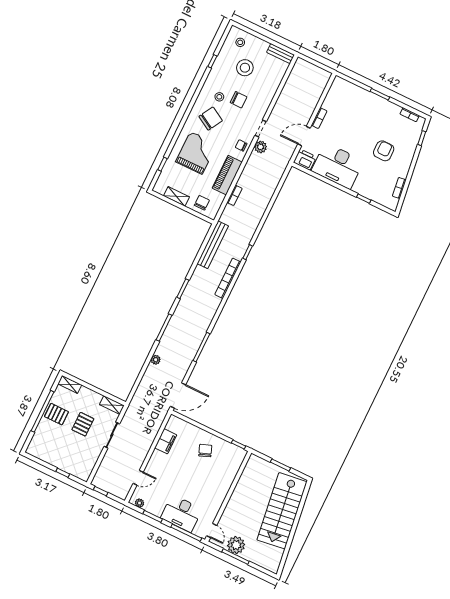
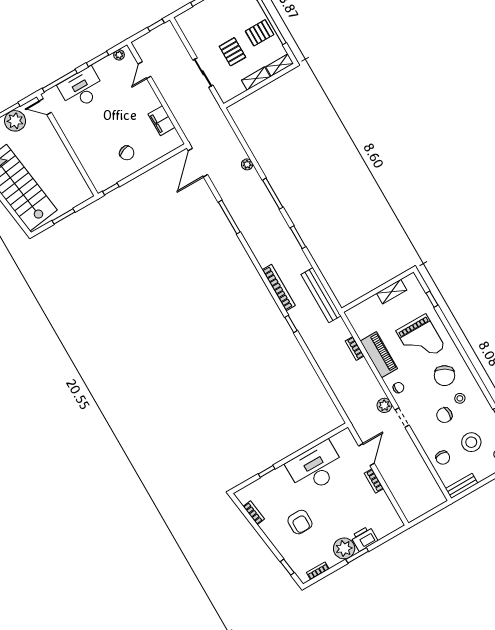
plant: (381, 107) -> (344, 548), added
printer: (305, 160) -> (364, 538), moved, turned 180
chair: (202, 203) -> (443, 458), moved
shelving: (112, 405) -> (256, 79), moved

